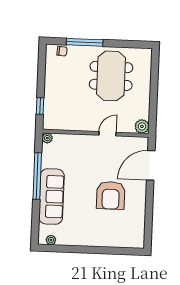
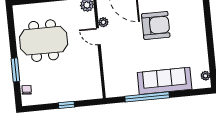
window: (85, 42) -> (15, 70), width x0.69
window: (40, 106) -> (66, 105), moved
plant: (47, 138) -> (103, 22), moved

